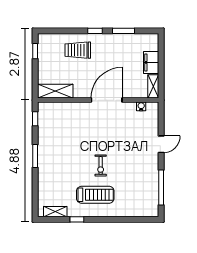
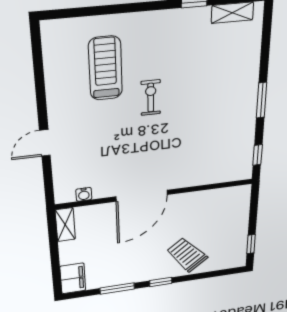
trolley: (78, 50) -> (187, 255), turned -129
filing cabinet: (151, 62) -> (73, 278), moved
shelving: (55, 91) -> (224, 197), removed
window: (161, 187) -> (39, 73), removed
treadmill: (95, 195) -> (105, 68), moved, turned 90

